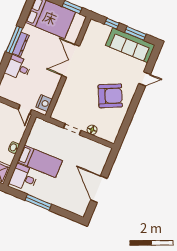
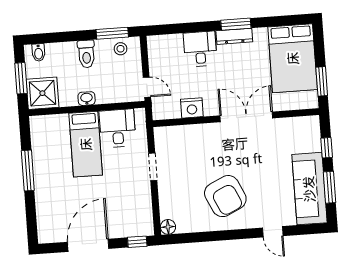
window: (14, 40) -> (236, 24), width x0.69
nightstand: (44, 103) -> (192, 108), moved
door: (25, 110) -> (147, 87), swing flipped
floor lamp: (92, 130) -> (168, 227), moved
window: (111, 160) -> (137, 242), added
desk: (24, 178) -> (118, 128), moved

